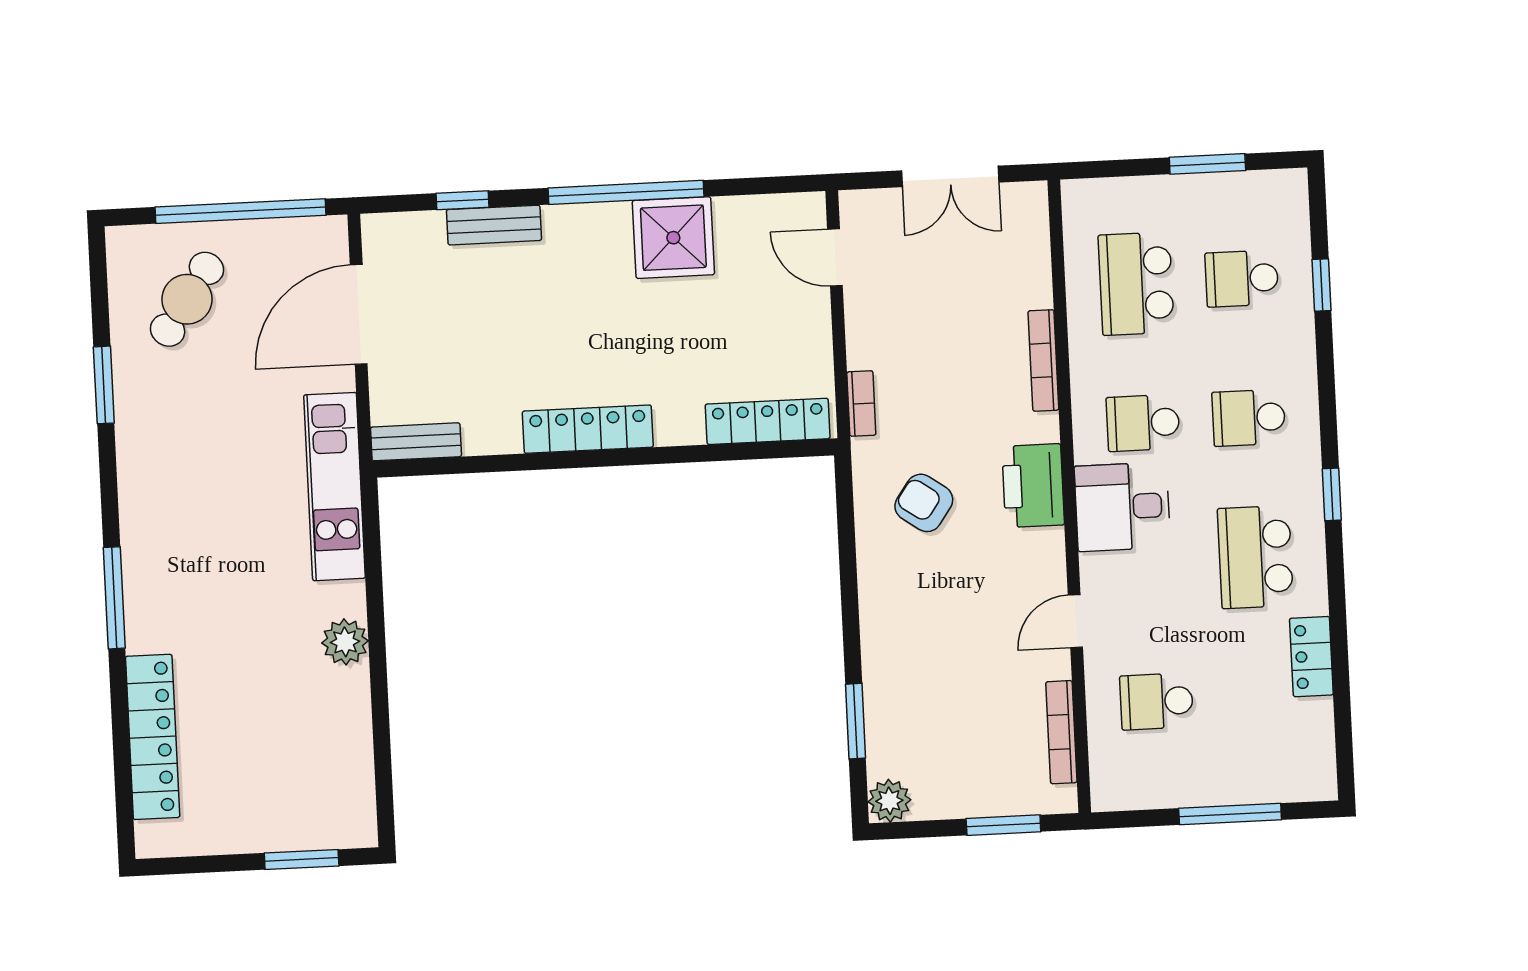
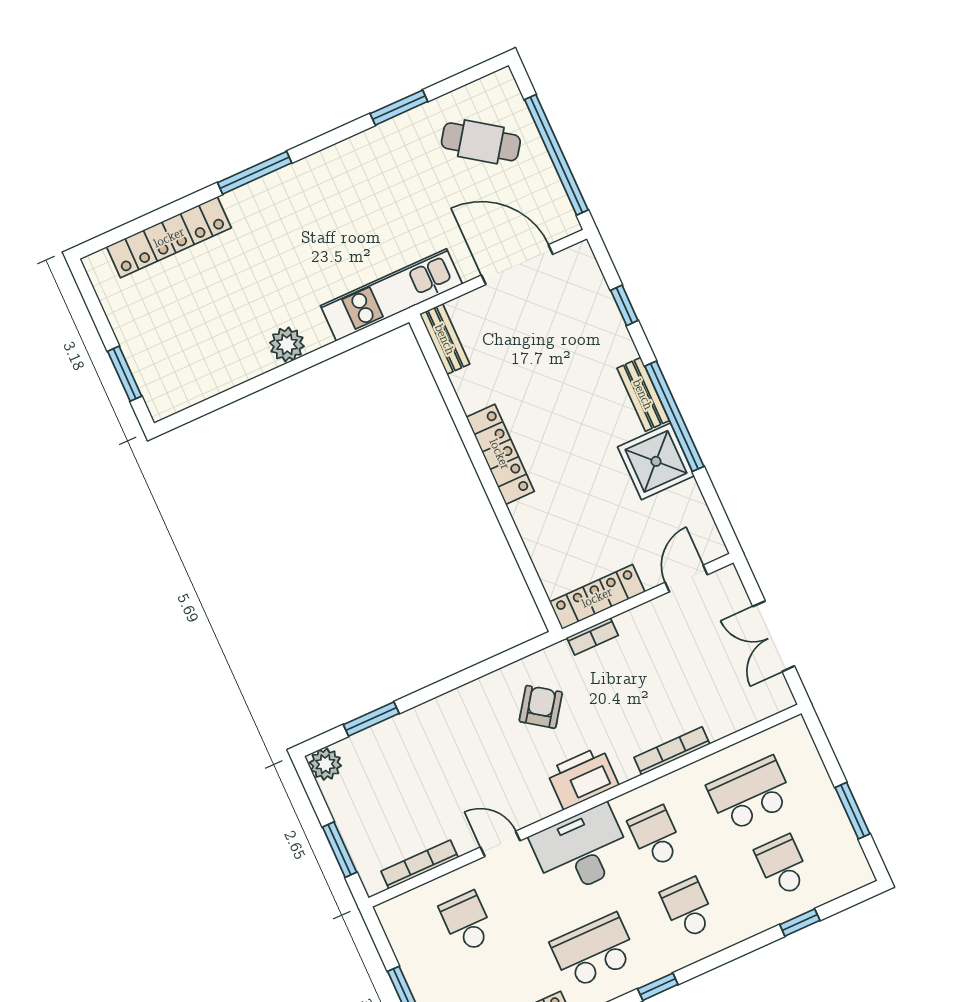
bench: (494, 225) -> (643, 394), moved
locker: (768, 421) -> (597, 597), moved, turned -90
desk: (1122, 507) -> (581, 850), width x1.37

